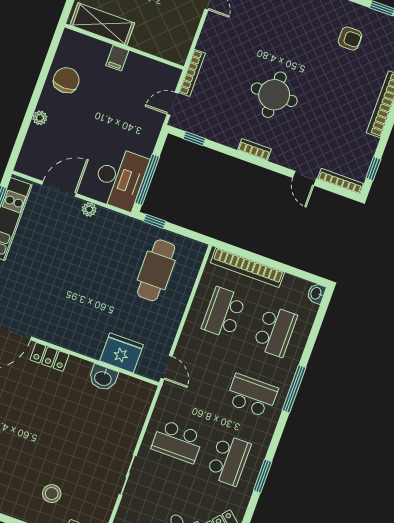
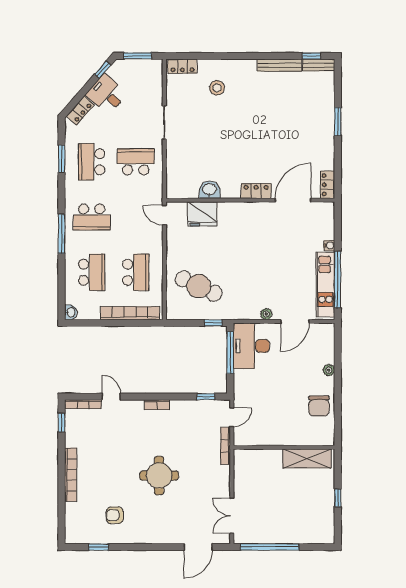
filing cabinet: (117, 58) -> (286, 437), removed
round table: (274, 95) -> (159, 476), moved
cafe table: (156, 270) -> (199, 286), turned -65
school desk: (275, 331) -> (92, 272), turned 180

